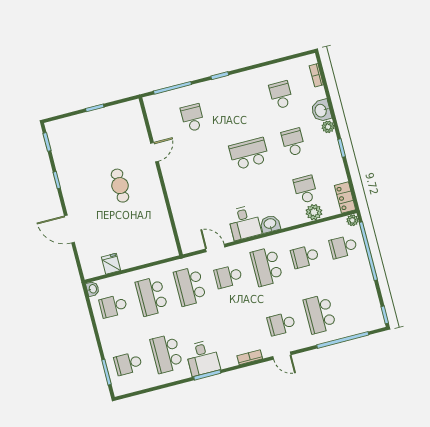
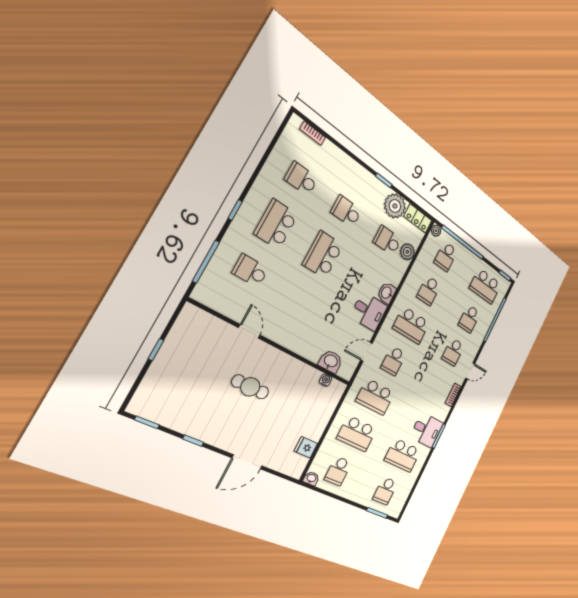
school desk: (237, 106) -> (276, 224), added
washbasin: (321, 111) -> (331, 361), moved, turned 180
plant: (328, 127) -> (395, 206), moved, width x1.87, depth x1.87
water cooler: (169, 235) -> (326, 380), added
school desk: (358, 304) -> (485, 286), added
school desk: (320, 314) -> (469, 319), width x0.54

